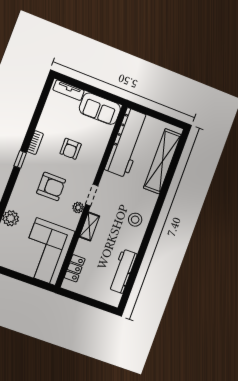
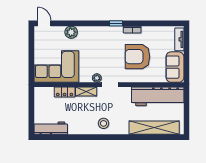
armchair: (71, 149) -> (137, 57), width x1.88, depth x1.88
armchair: (51, 186) -> (105, 53), removed
locker: (75, 268) -> (65, 92), moved
workbench: (123, 271) -> (51, 128), moved

